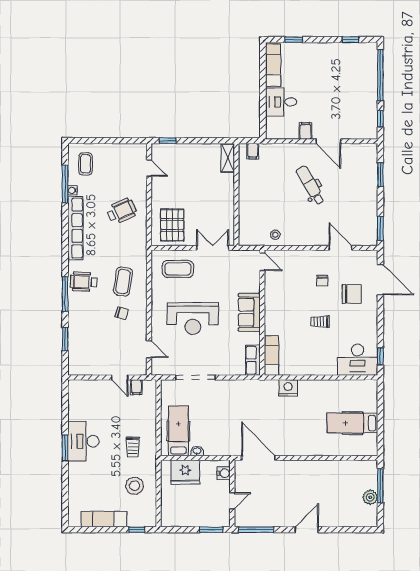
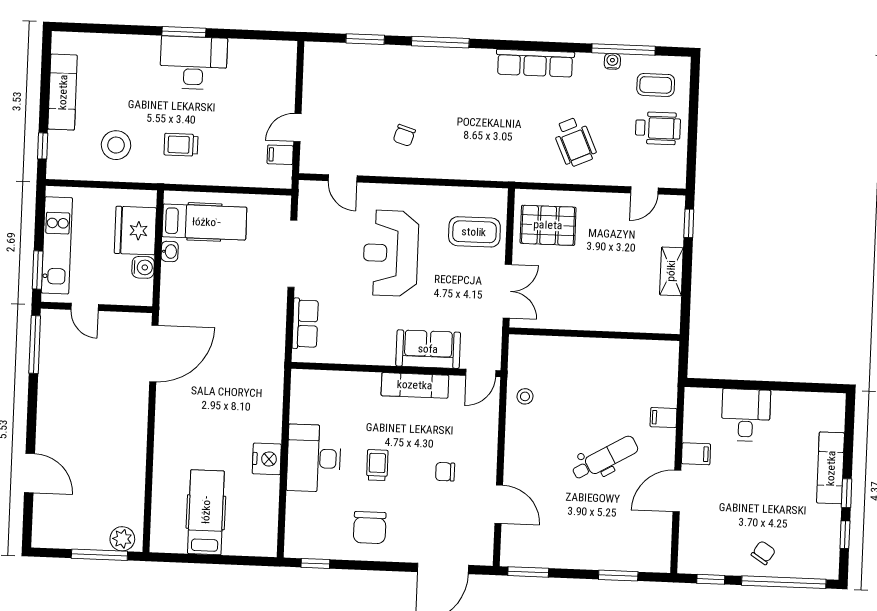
window: (294, 40) -> (847, 493), moved
exam couch: (273, 65) -> (831, 468), moved, turned 90
chair: (363, 88) -> (763, 553), added
filing cabinet: (253, 151) -> (664, 418), moved
shelving: (228, 158) -> (671, 271), moved, turned 90
row of seats: (75, 228) -> (535, 63), width x0.73
door: (340, 248) -> (499, 504), hinge flipped
coffee table: (178, 269) -> (474, 232), turned 90
coffee table: (123, 281) -> (457, 139), removed
wheelchair: (84, 282) -> (658, 128), moved, turned 87
chair: (352, 294) -> (370, 528), moved
sofa: (249, 312) -> (428, 349), moved
door: (149, 349) -> (343, 178), hinge flipped
exam couch: (271, 355) -> (415, 385), moved
row of seats: (253, 360) -> (305, 324), moved, turned 90
desk: (358, 360) -> (314, 458), moved
nightstand: (288, 388) -> (267, 459), moved
water cooler: (224, 473) -> (143, 267), moved, turned -90
plant: (370, 497) -> (122, 539), moved
kitchen unit: (196, 519) -> (57, 245), added
door: (307, 530) -> (30, 473), moved

